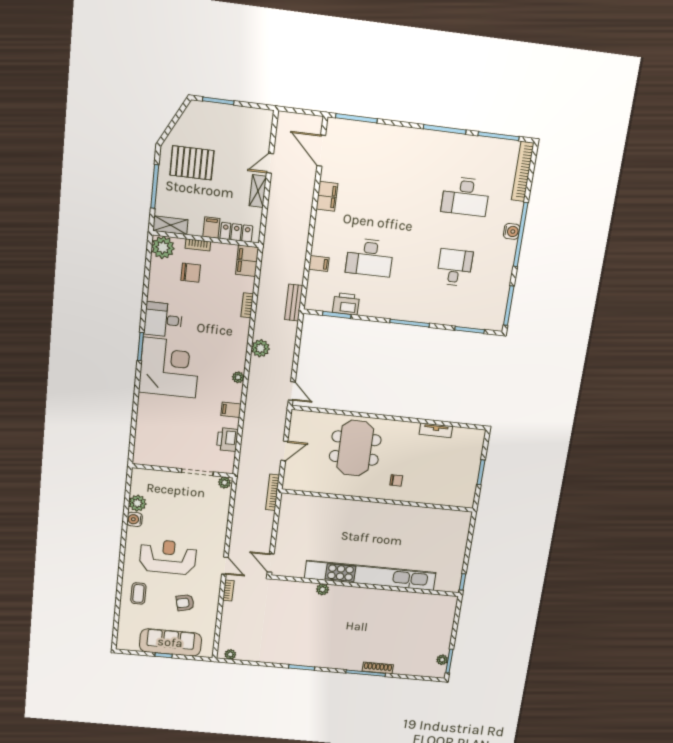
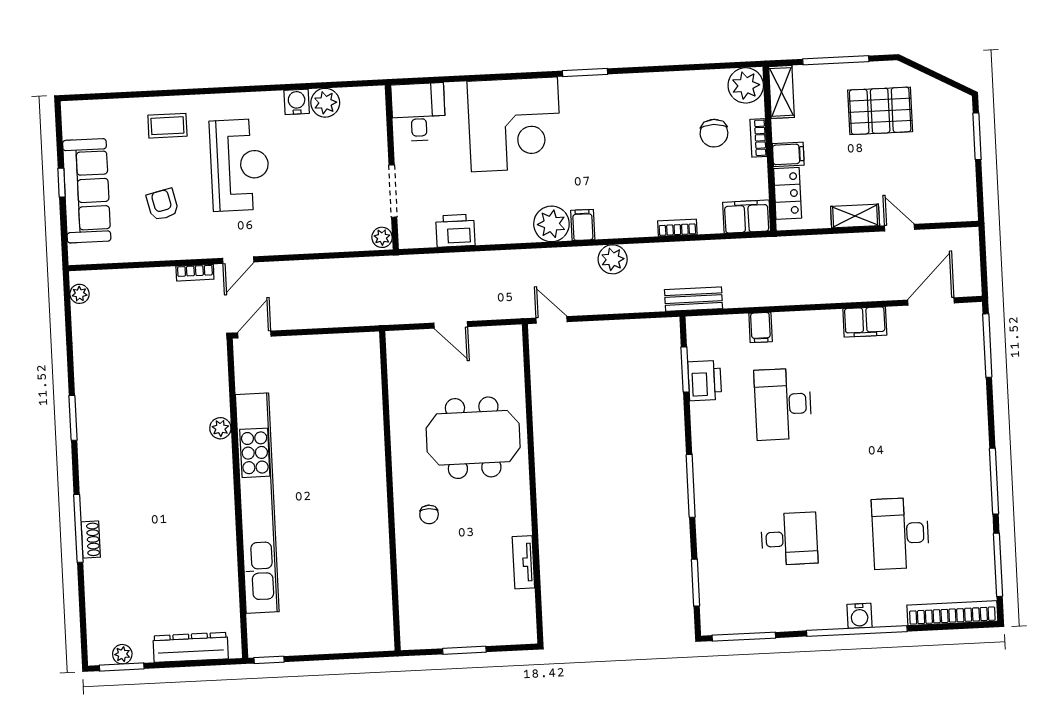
pallet: (192, 163) -> (880, 111), turned 90
desk: (163, 320) -> (418, 112), moved
corner desk: (169, 368) -> (514, 124), moved
plant: (238, 377) -> (551, 224), width x1.87, depth x1.87
door: (292, 391) -> (552, 320), swing flipped
filing cabinet: (231, 410) -> (583, 225), moved
bookcase: (273, 492) -> (377, 317), removed
dresser: (446, 623) -> (191, 647), added
shoe rack: (378, 668) -> (91, 539), width x0.70

